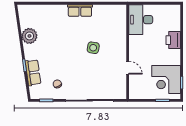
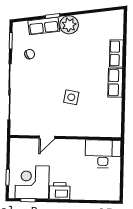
row of seats: (55, 10) -> (116, 53), added
plant: (29, 36) -> (69, 25), moved
printer: (173, 40) -> (60, 191), moved

